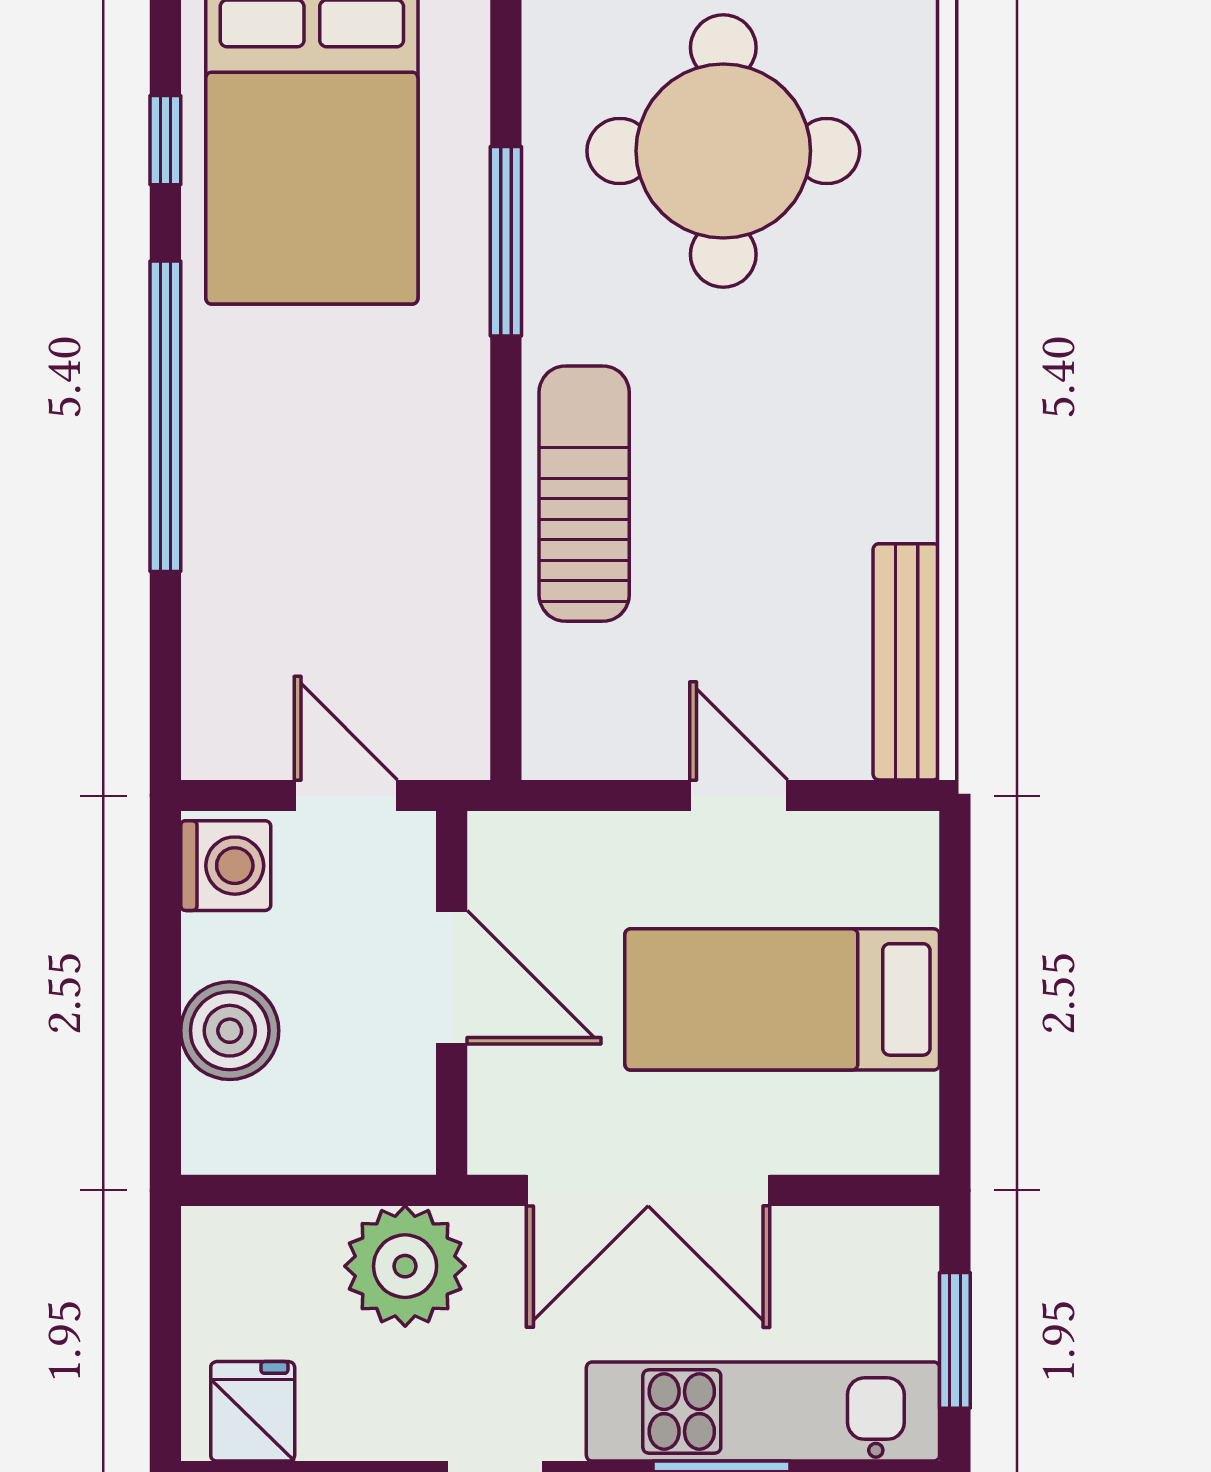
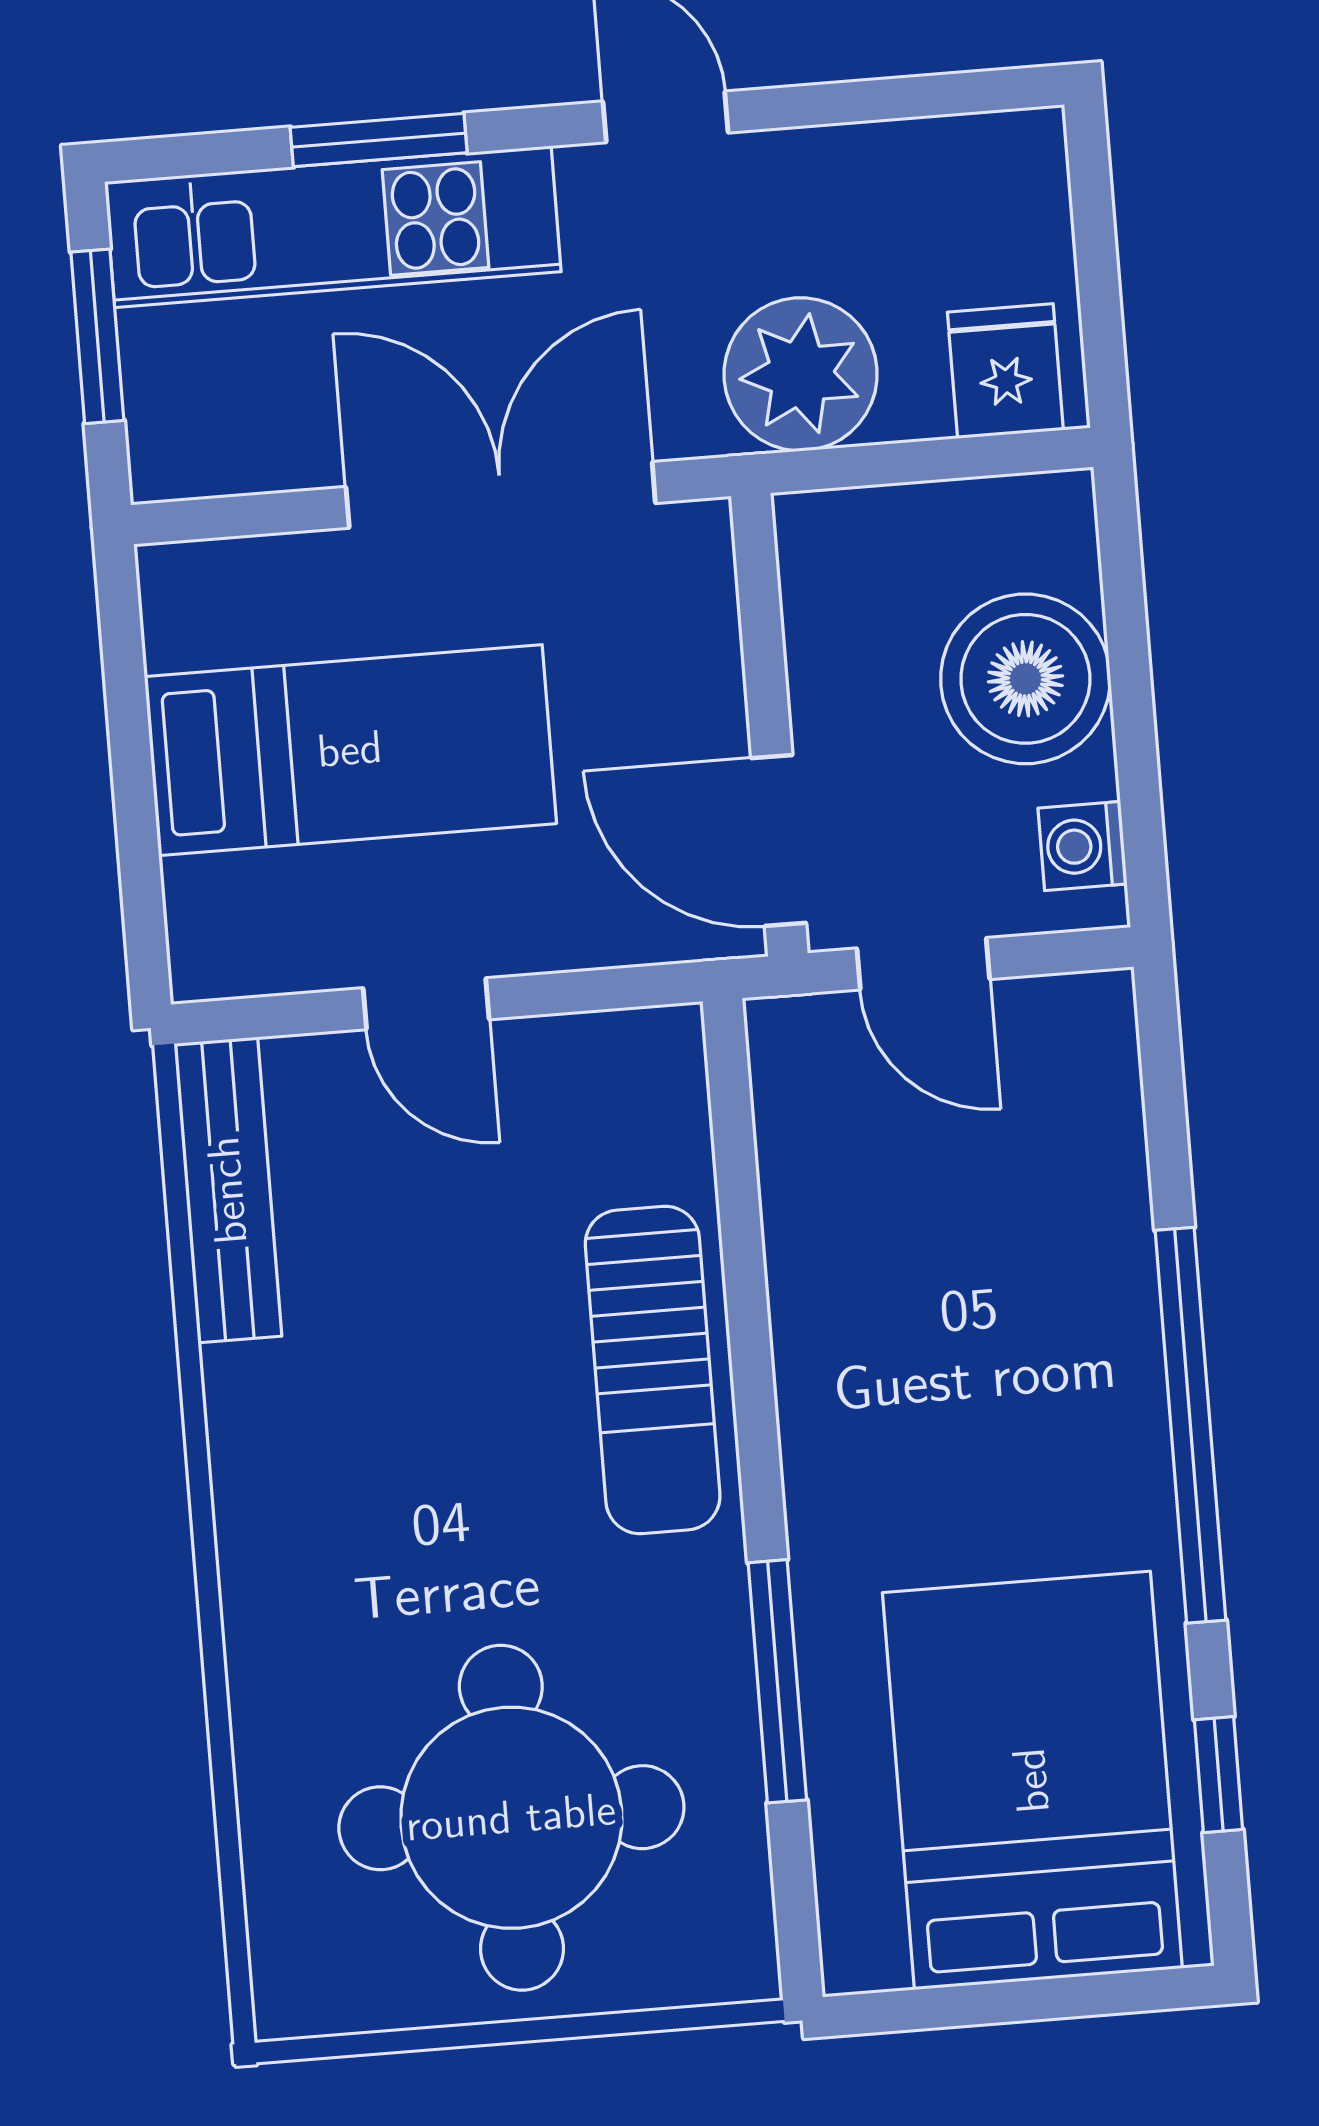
washing machine: (226, 866) -> (1083, 846), width x0.73, depth x0.73
door: (452, 977) -> (779, 841), moved
boiler: (230, 1031) -> (1025, 679), width x1.37, depth x1.37
fridge: (253, 1411) -> (1005, 371), moved, turned 180

